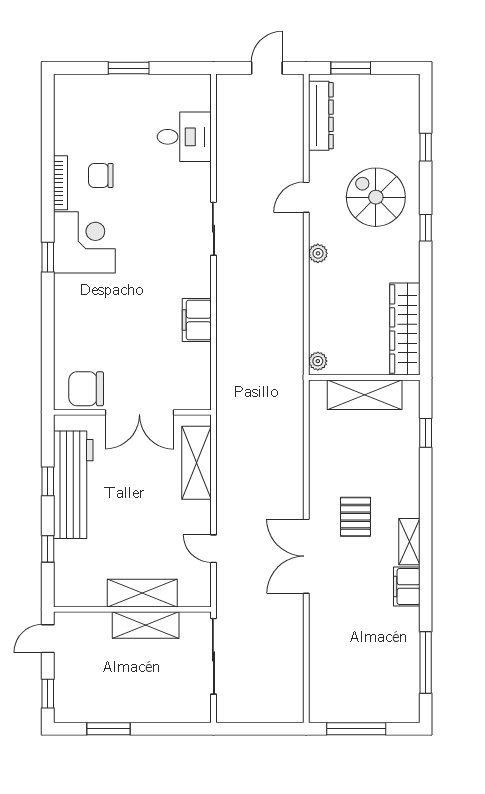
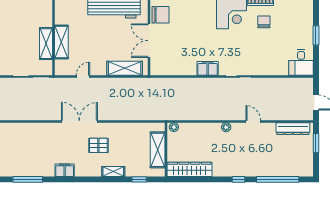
desk: (184, 137) -> (301, 62), moved
window: (426, 147) -> (278, 179), width x3.17
spiral stairs: (376, 197) -> (253, 155), removed
filing cabinet: (197, 320) -> (208, 68), moved
chair: (86, 389) -> (160, 15), turned 90
shelving: (409, 542) -> (113, 172), moved

